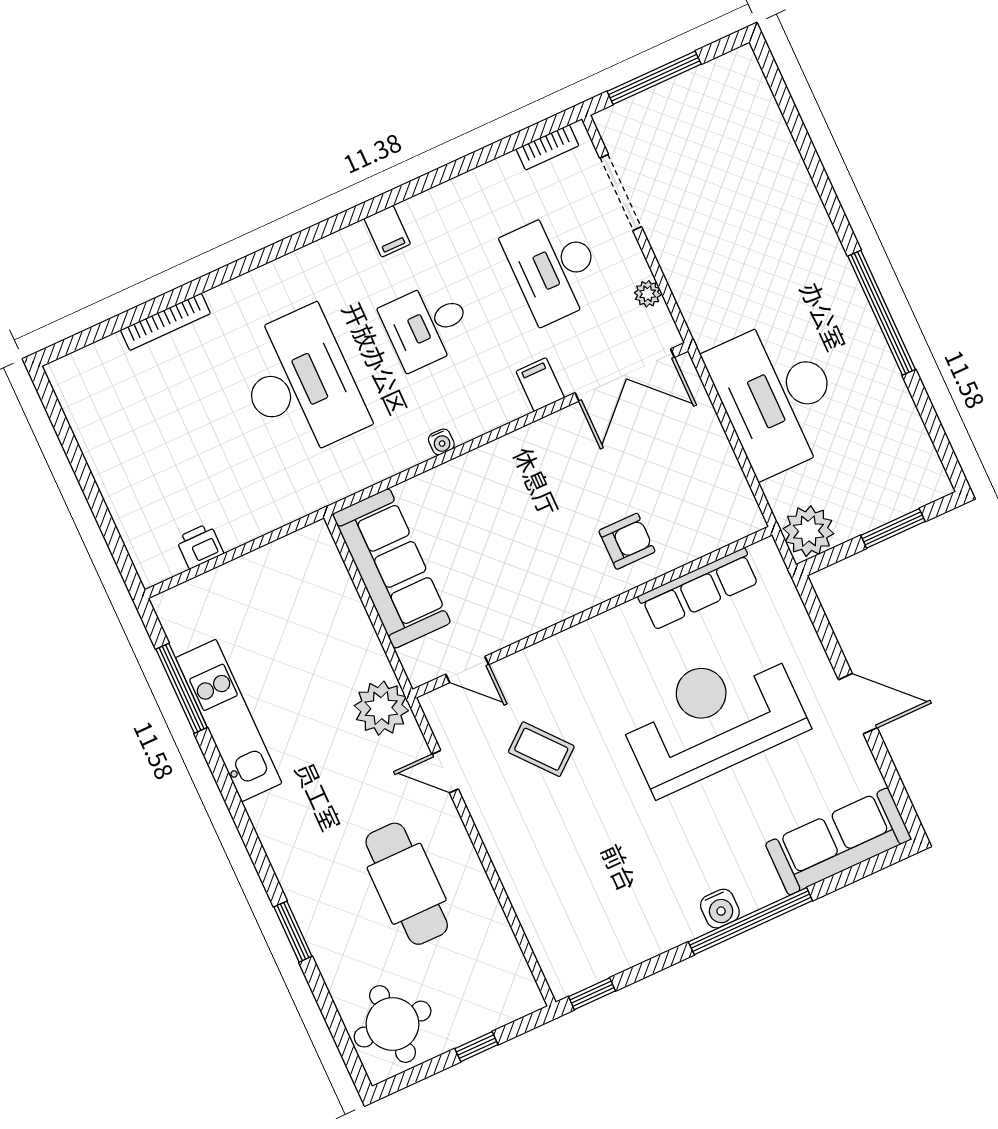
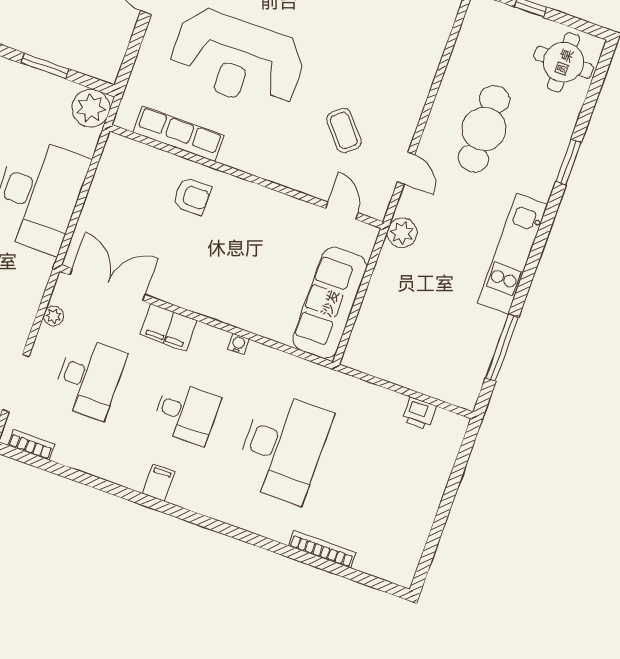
desk: (300, 384) -> (283, 448), turned 180
filing cabinet: (540, 385) -> (168, 327), width x2.00
armchair: (627, 541) -> (192, 196), turned 180
plant: (381, 708) -> (402, 233), width x0.73, depth x0.73
kitchen unit: (229, 720) -> (513, 253), moved

